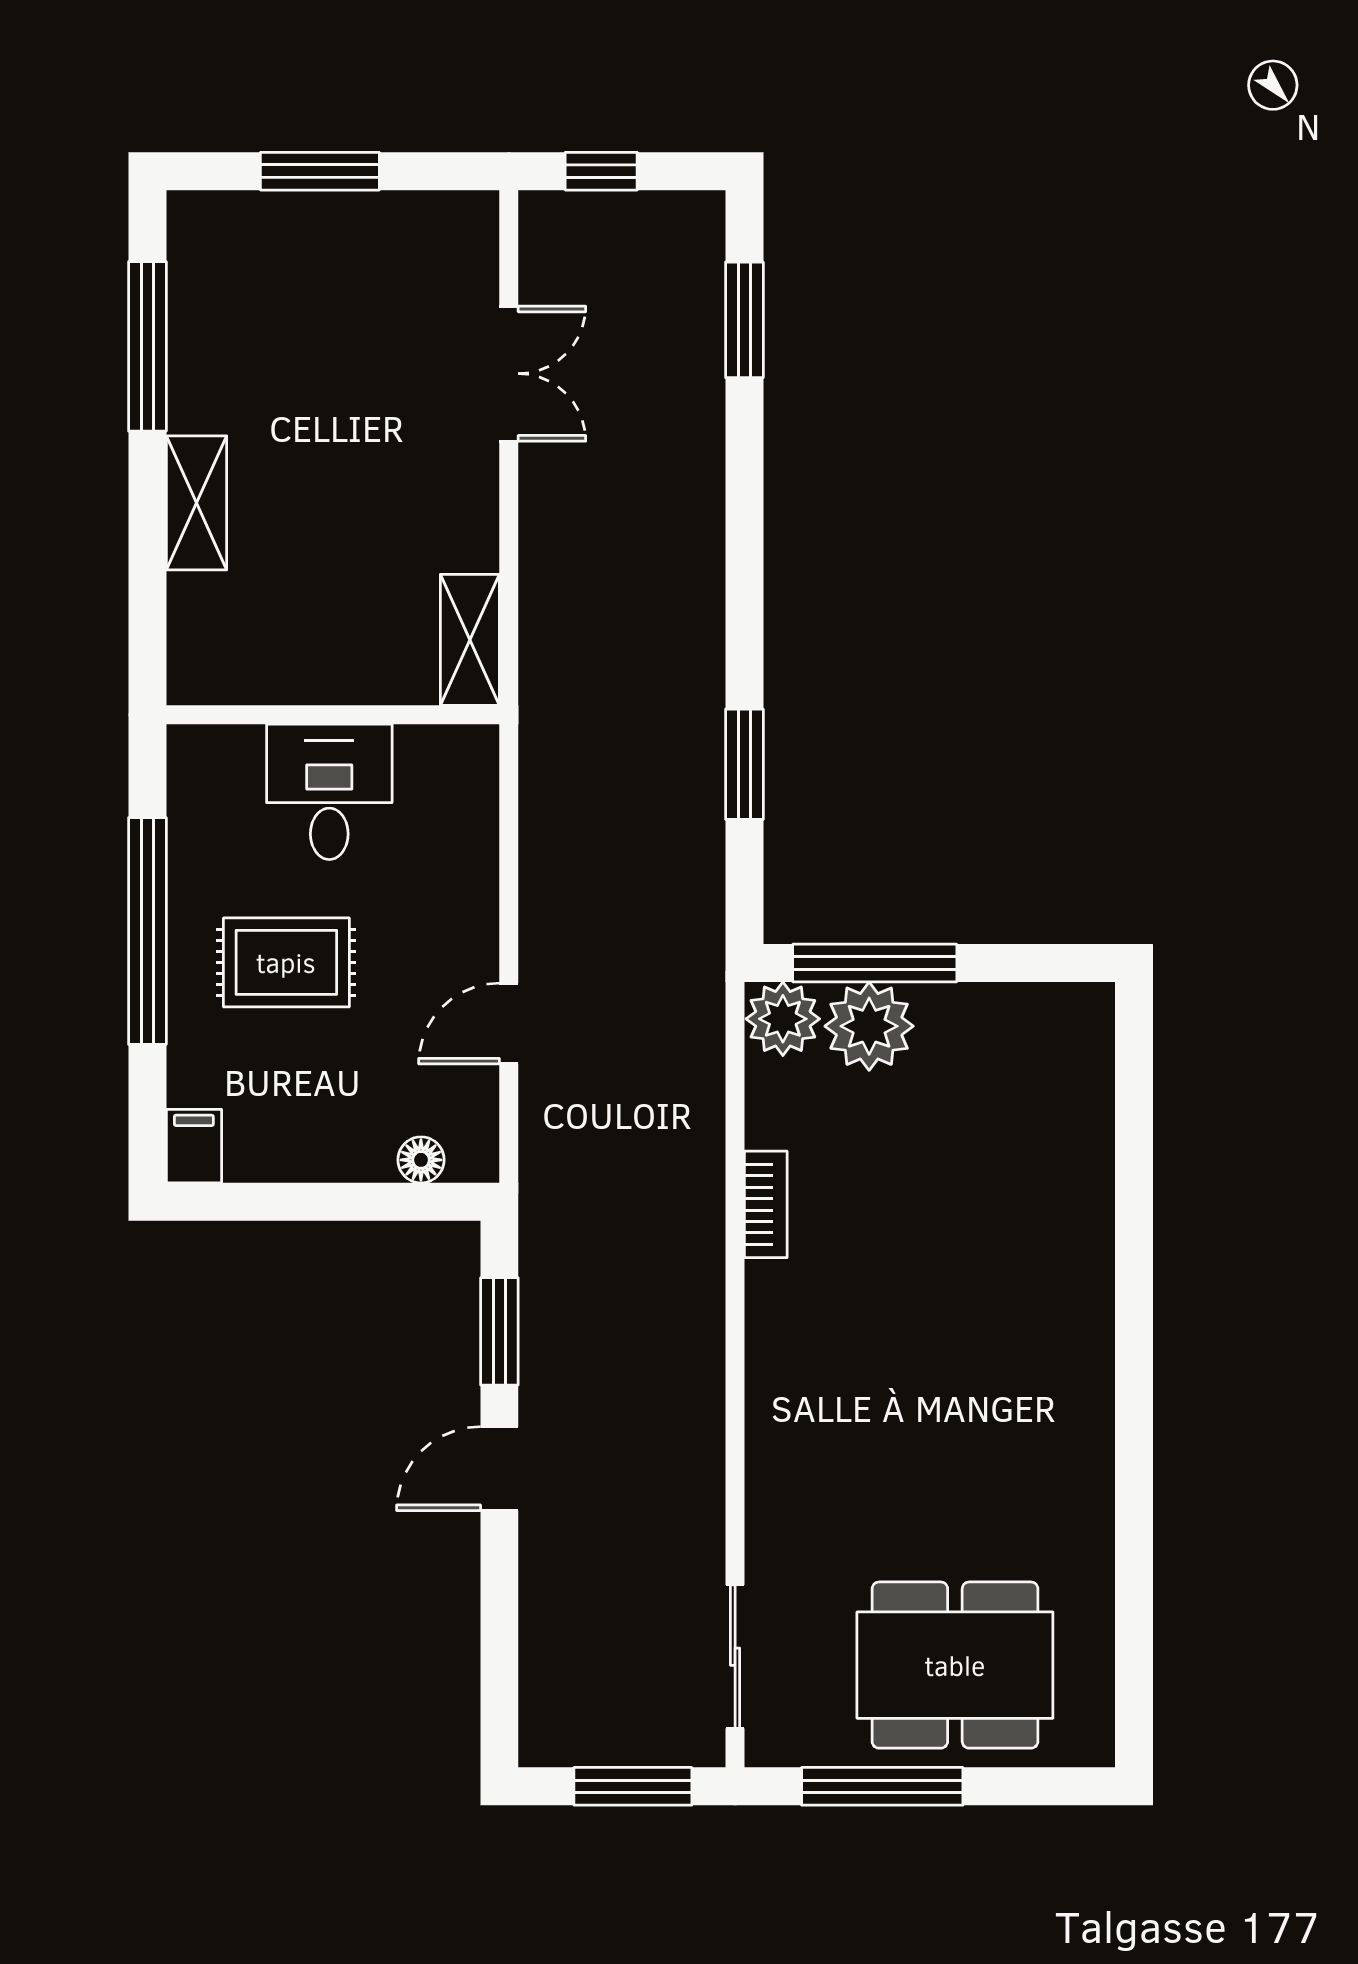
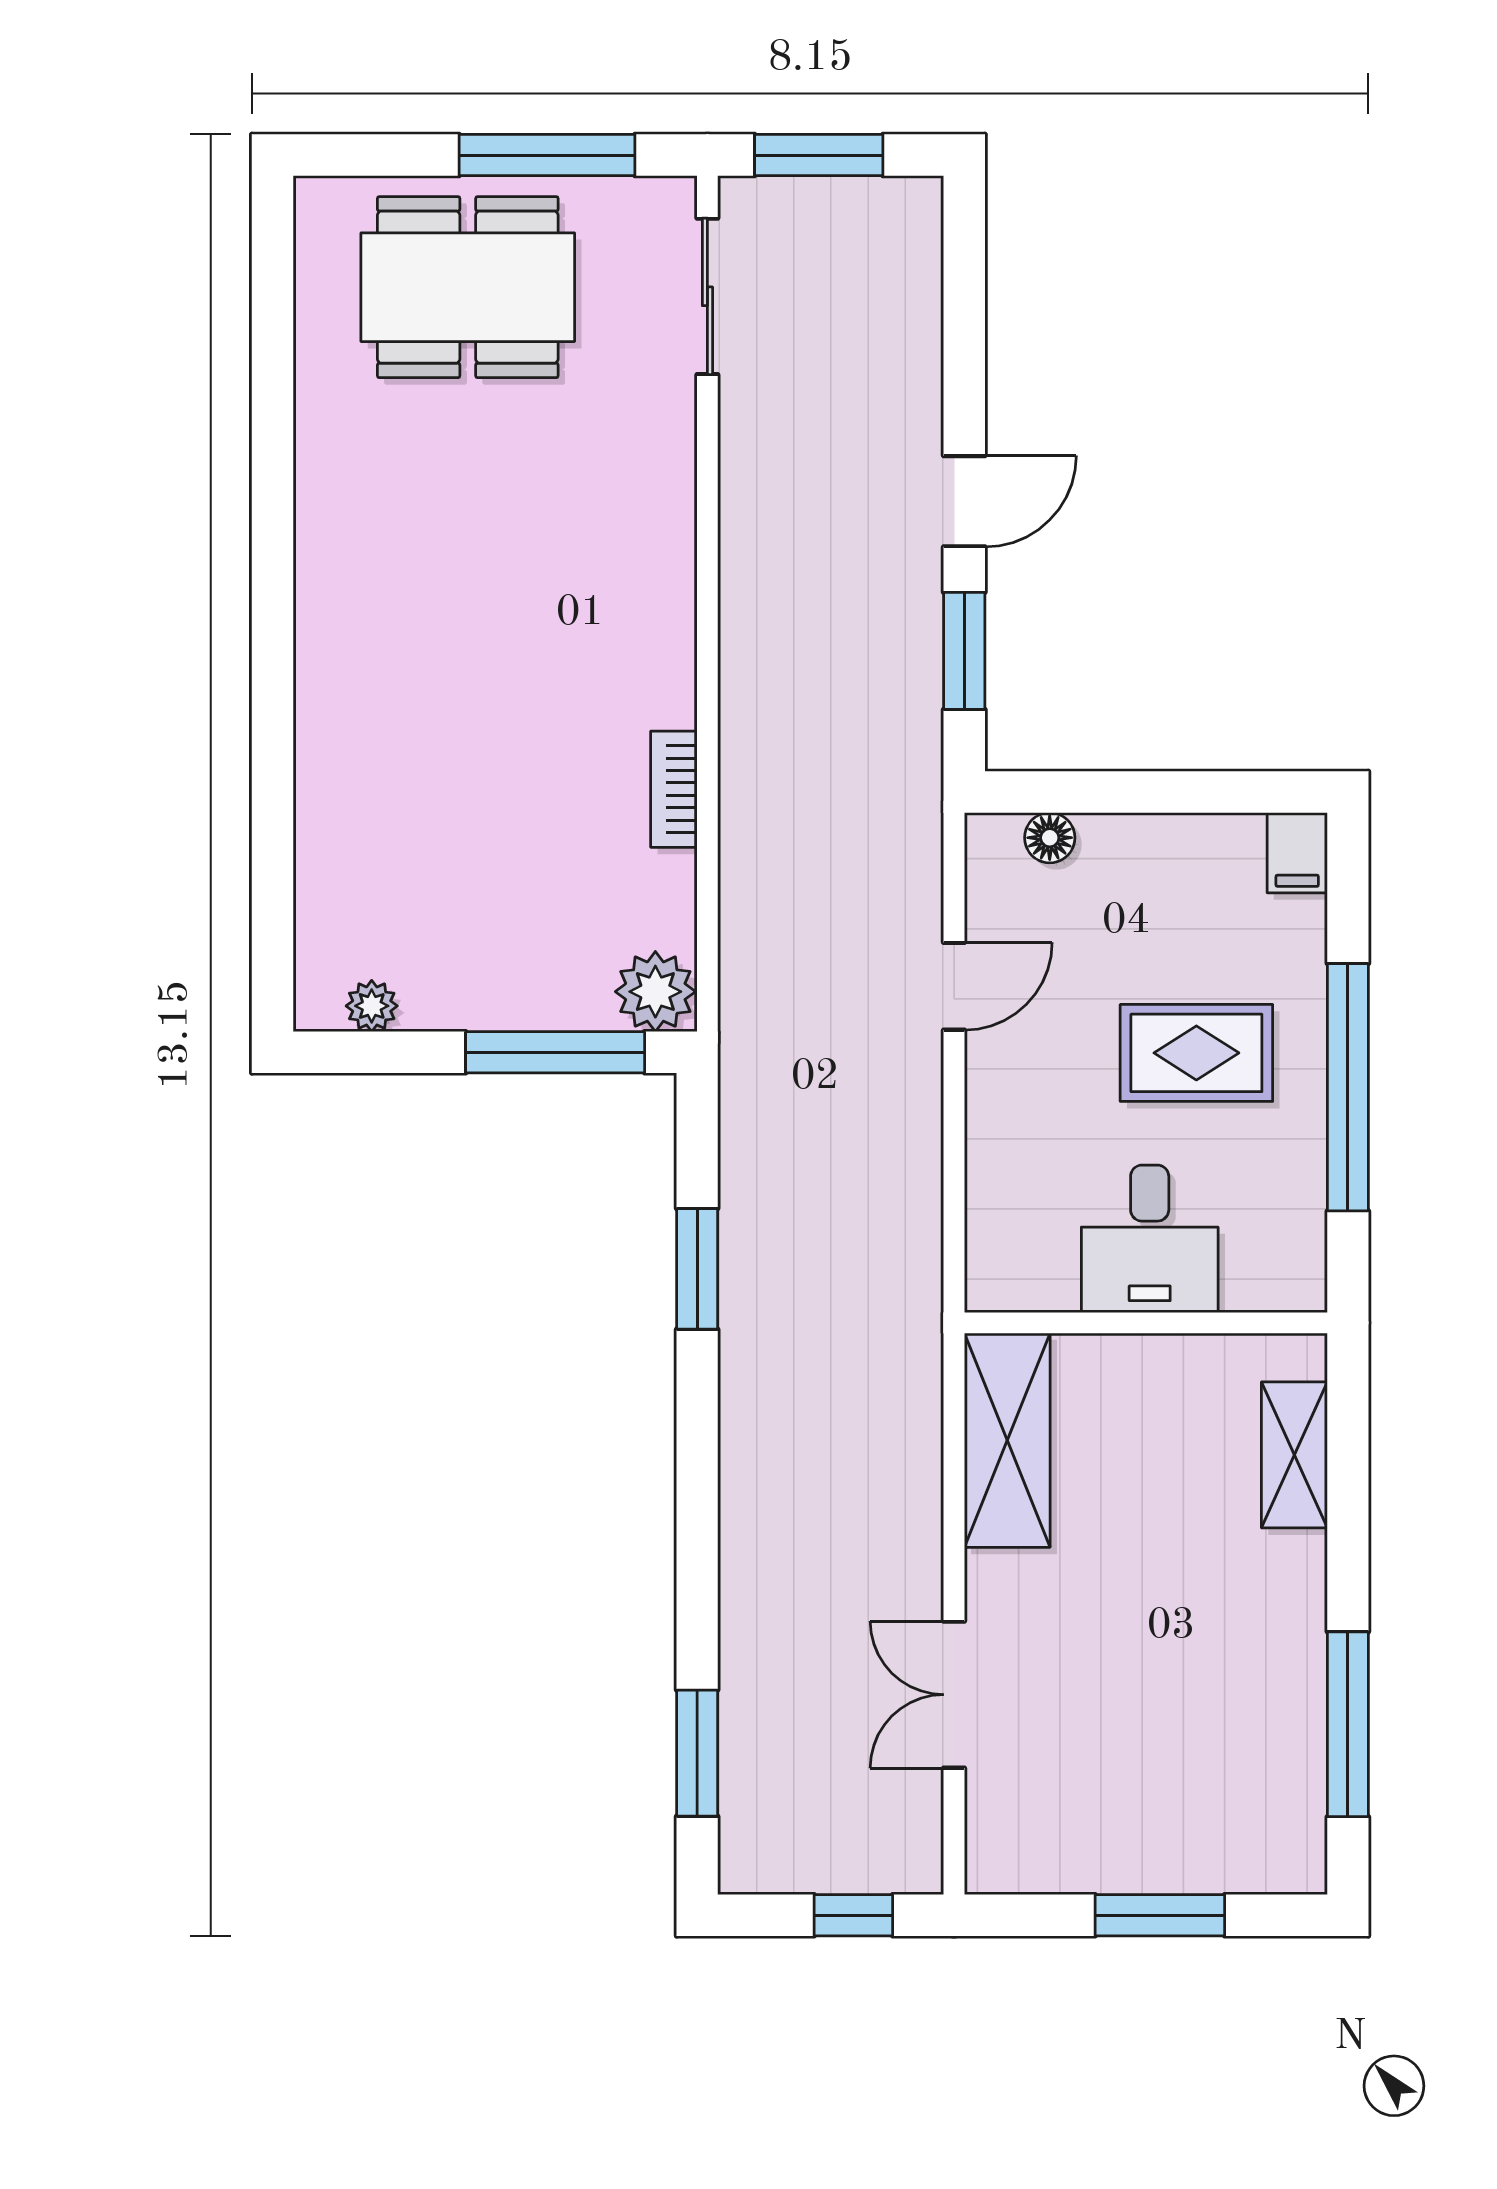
shelving: (196, 503) -> (1294, 1455), moved
shelving: (470, 640) -> (1007, 1440), width x1.50, depth x1.33
plant: (869, 1026) -> (372, 1006), moved, width x0.53, depth x0.53

